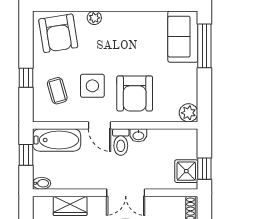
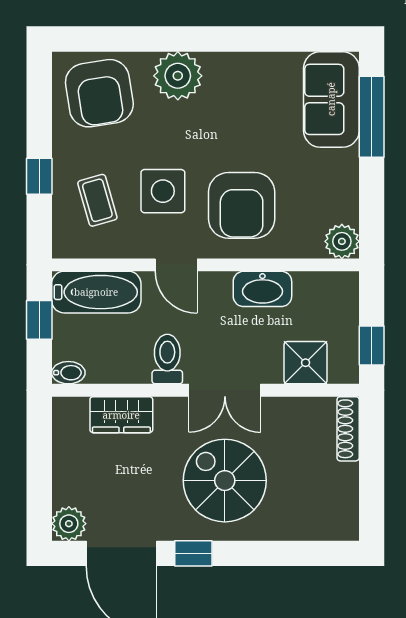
plant: (94, 18) -> (178, 76), width x1.87, depth x1.87
washbasin: (138, 135) -> (262, 289), width x1.91, depth x1.45
toilet: (121, 142) -> (167, 359), moved, turned 180
shower: (186, 171) -> (306, 363), moved

